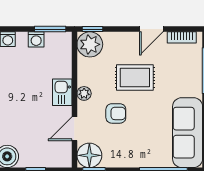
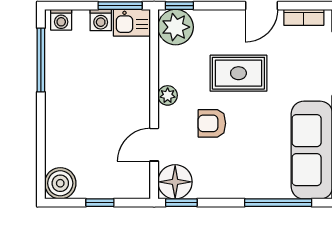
kitchen sink: (62, 92) -> (132, 23), moved, turned -90
armchair: (116, 113) -> (212, 123), turned 180

